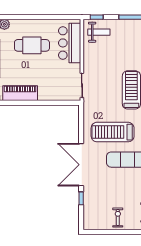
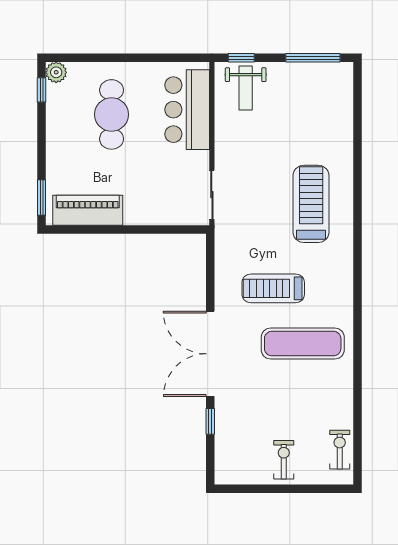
weight bench: (99, 32) -> (246, 88), turned 90
cafe table: (32, 45) -> (112, 114), turned 90
treadmill: (113, 132) -> (273, 288), width x0.73, depth x0.73

